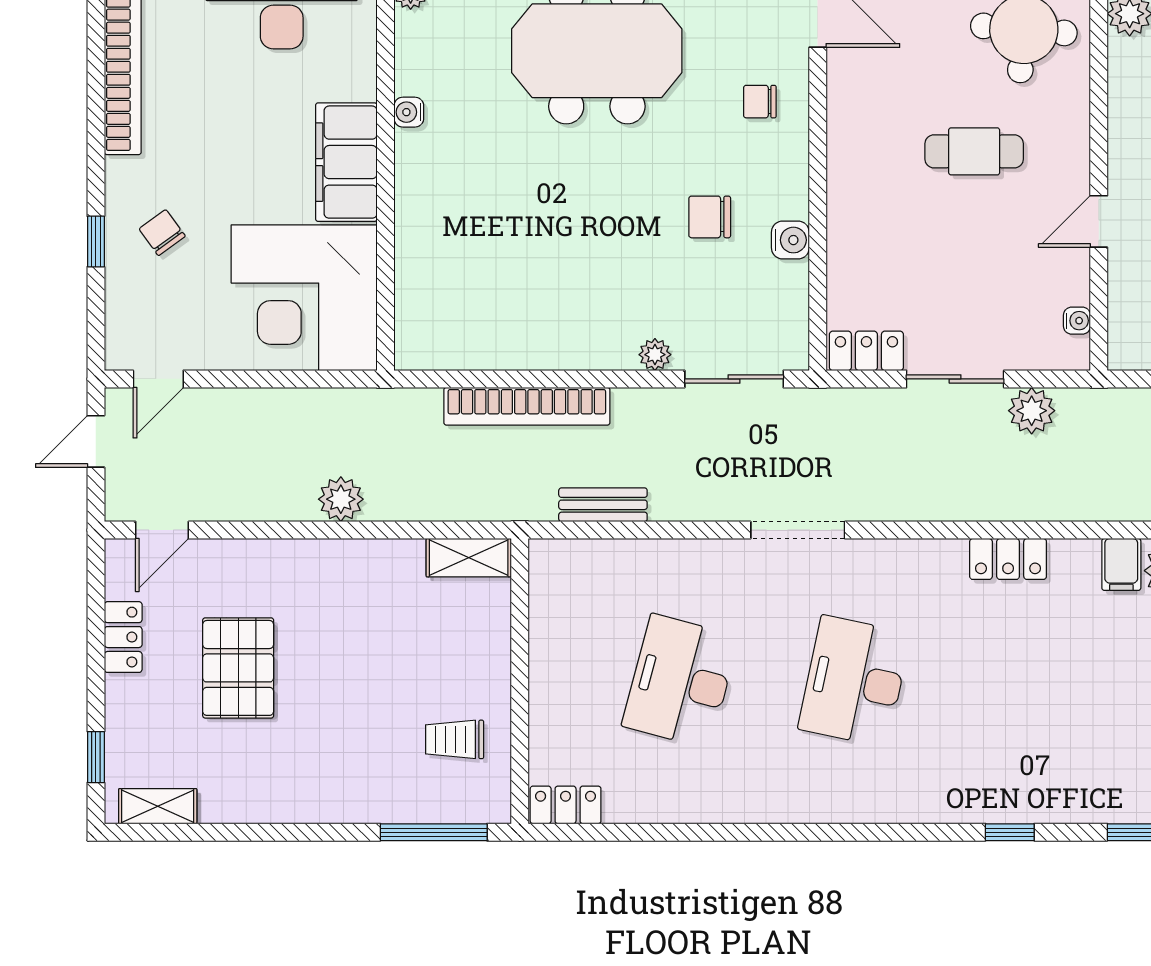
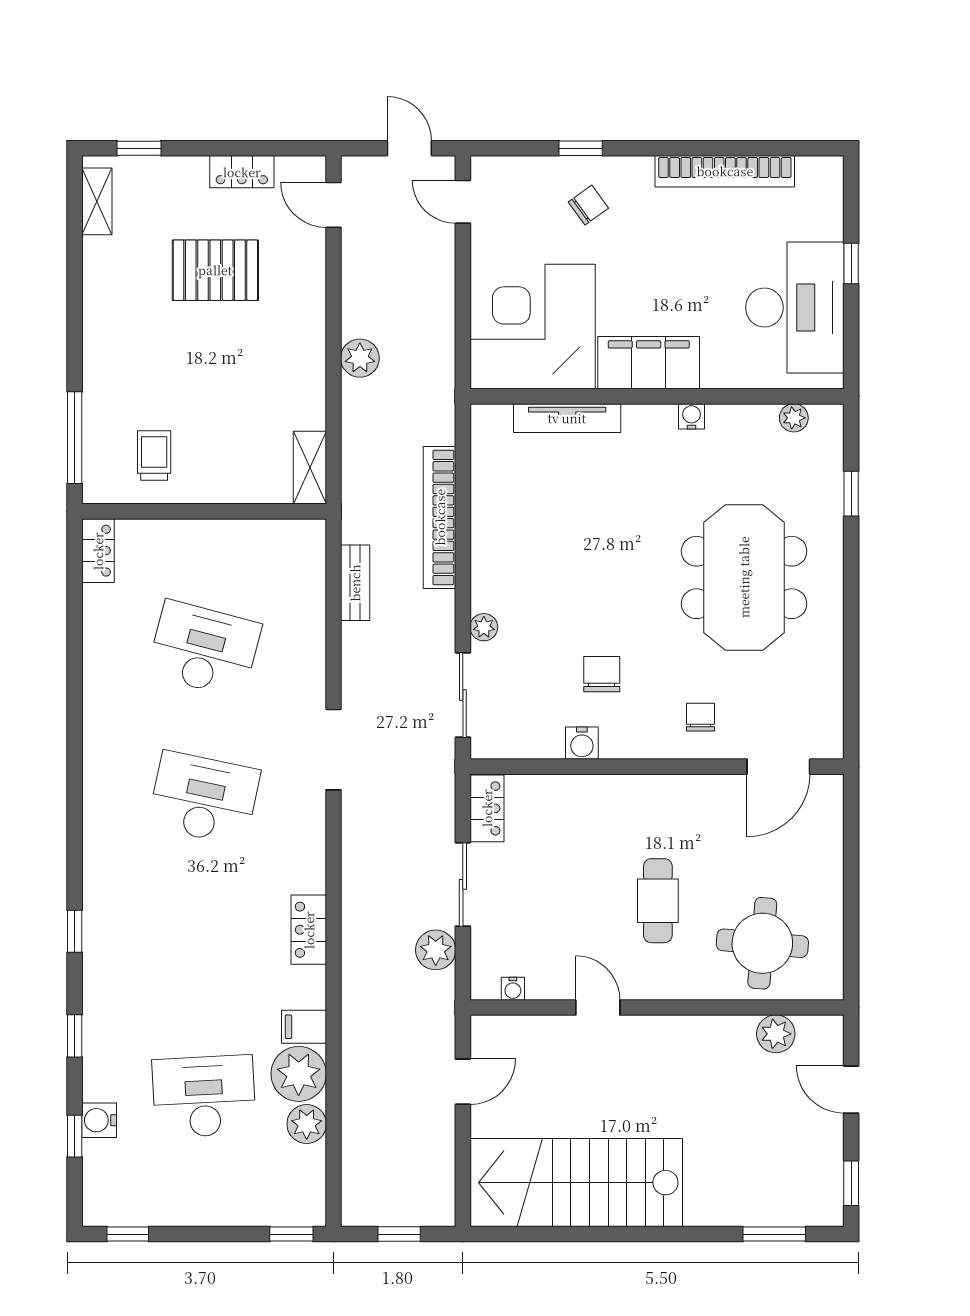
tv unit: (411, 257) -> (567, 418), added

